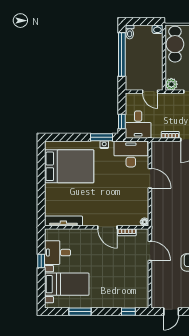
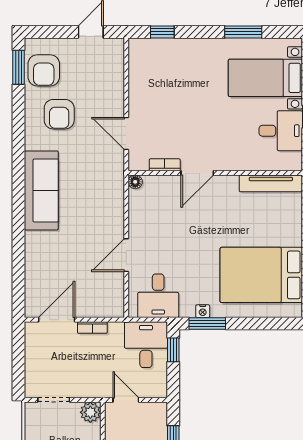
desk: (131, 154) -> (158, 296), width x0.73
door: (150, 178) -> (126, 255), hinge flipped
door: (107, 227) -> (197, 173), swing flipped

